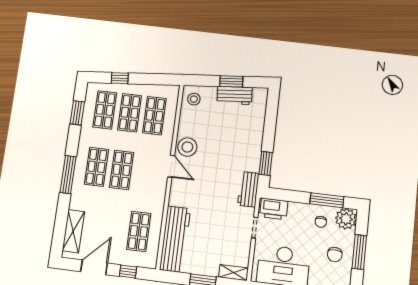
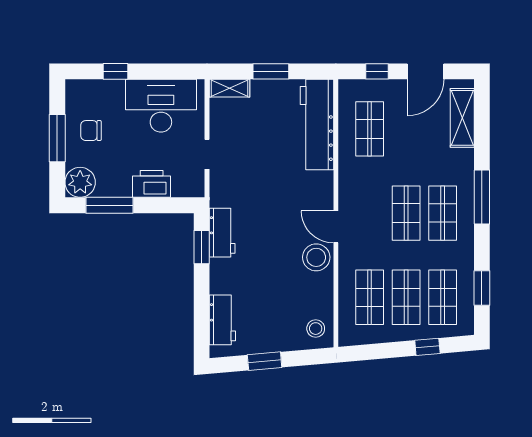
workbench: (235, 95) -> (222, 320), moved, turned 95
workbench: (248, 189) -> (222, 233), moved
printer: (274, 209) -> (152, 184), moved
chair: (321, 222) -> (115, 174), removed
chair: (335, 255) -> (91, 131), turned -90

